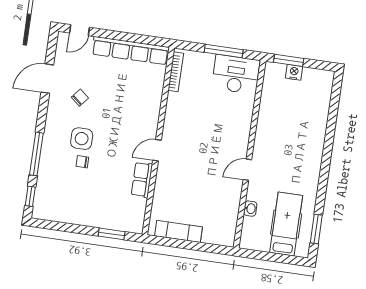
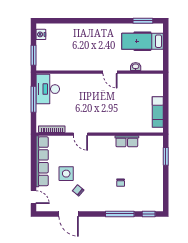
nightstand: (294, 72) -> (41, 34), moved
side table: (82, 139) -> (66, 174), moved
door: (157, 150) -> (80, 134), moved

